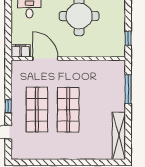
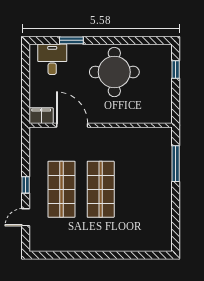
window: (128, 38) -> (176, 69), moved
shelving: (119, 136) -> (164, 222), removed

